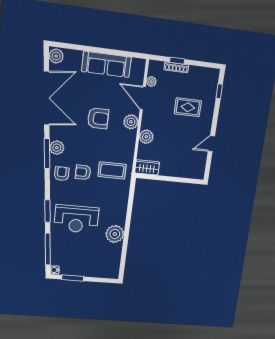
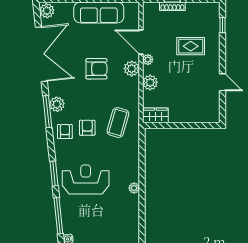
plant: (151, 82) -> (148, 60), moved
door: (211, 144) -> (223, 82), swing flipped
coffee table: (112, 170) -> (118, 123), turned -74
armchair: (83, 172) -> (87, 128), turned 90
reception desk: (76, 219) -> (86, 179), turned 180
plant: (115, 234) -> (134, 188), width x0.53, depth x0.53

